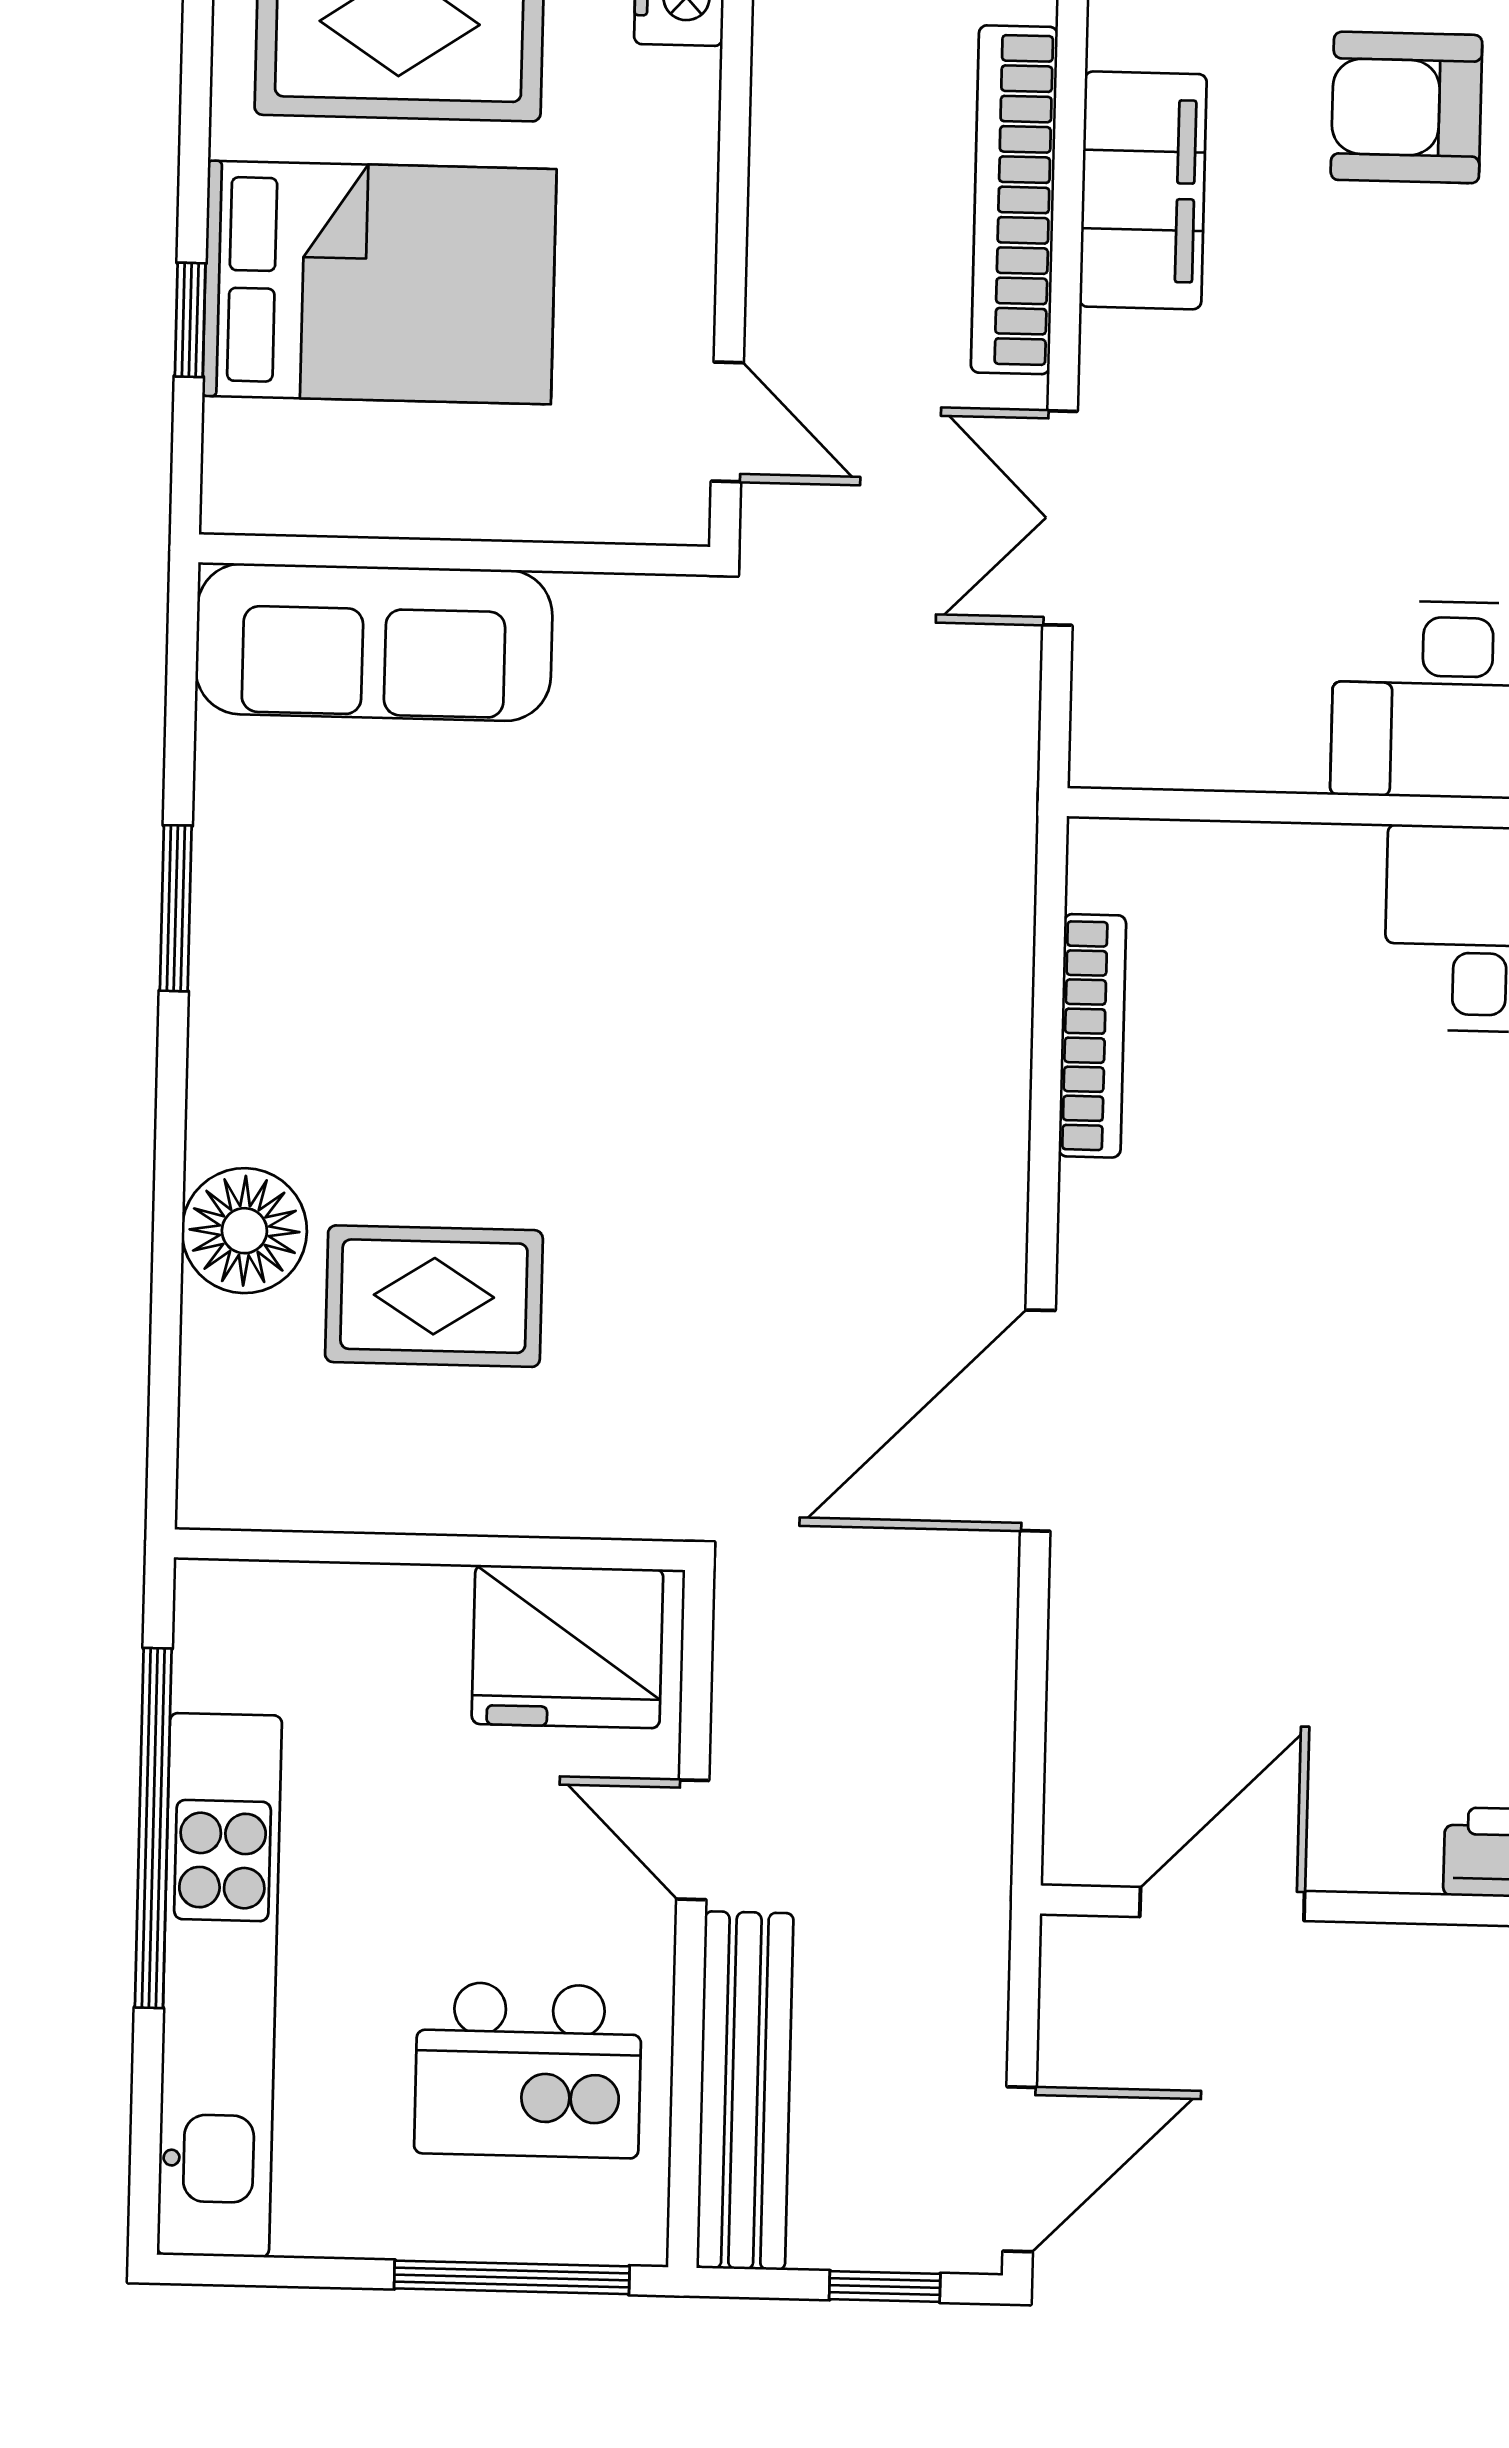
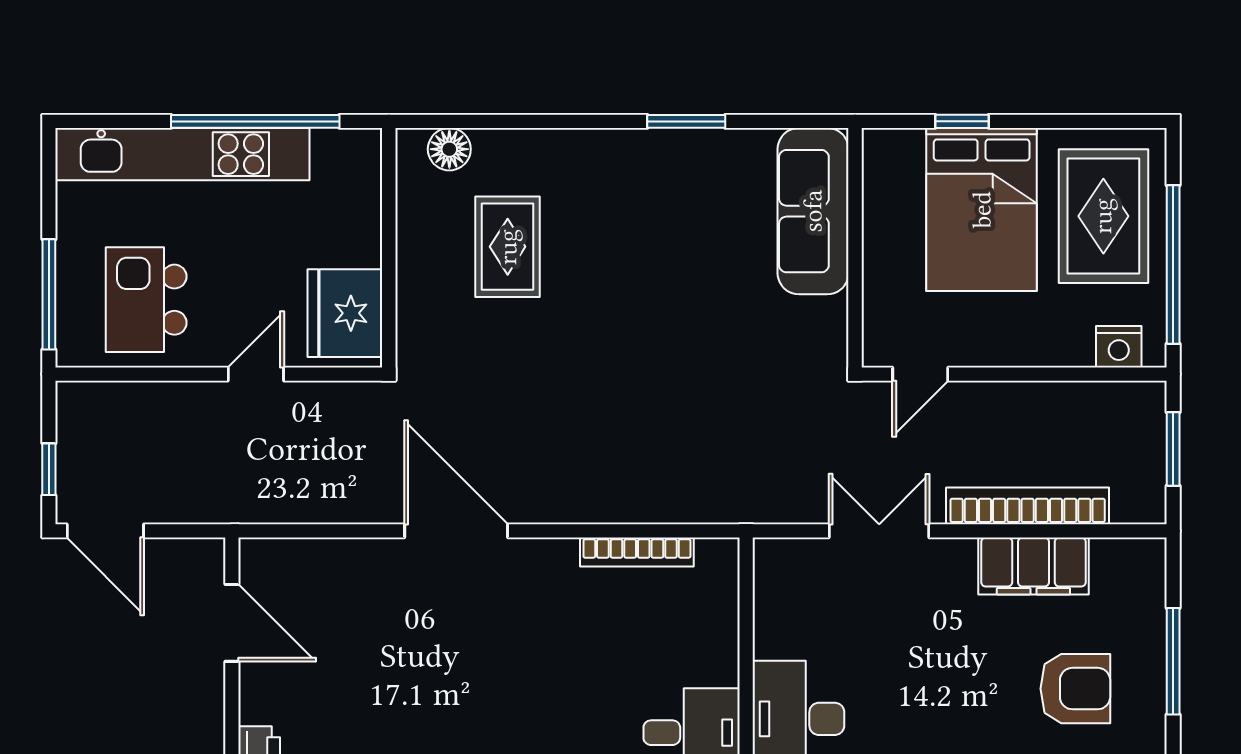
armchair: (1406, 107) -> (1075, 689), turned 90
floor lamp: (244, 1231) -> (449, 149), moved, width x0.73, depth x0.73
bench: (745, 2091) -> (139, 401), removed

